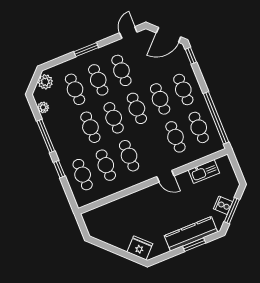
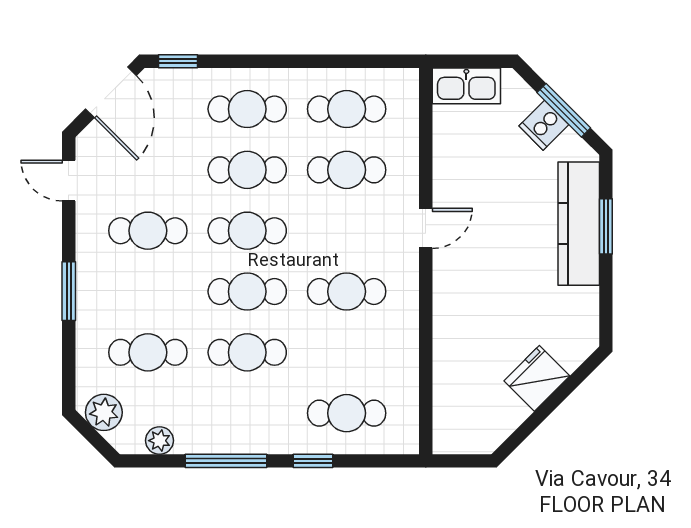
cafe table: (98, 80) -> (148, 292), removed
window: (216, 118) -> (341, 61), removed
cafe table: (106, 165) -> (347, 352), removed
kitchen sink: (204, 171) -> (466, 86), moved, turned 90
fridge: (140, 248) -> (537, 378), moved

